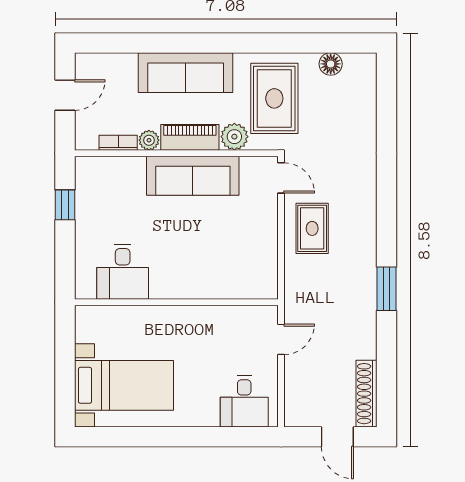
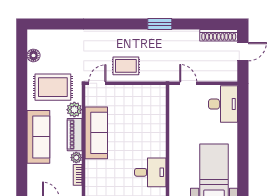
desk: (244, 401) -> (223, 104), width x1.37

